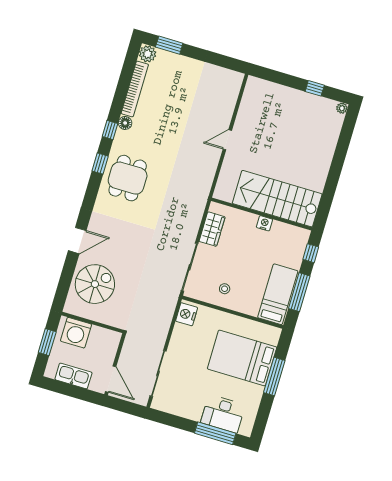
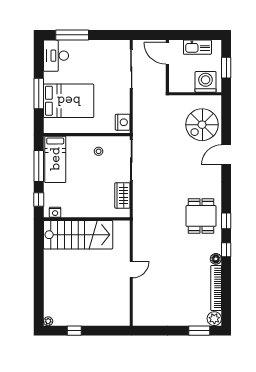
nightstand: (264, 223) -> (55, 212), moved
desk: (223, 414) -> (56, 56), moved, turned -90

